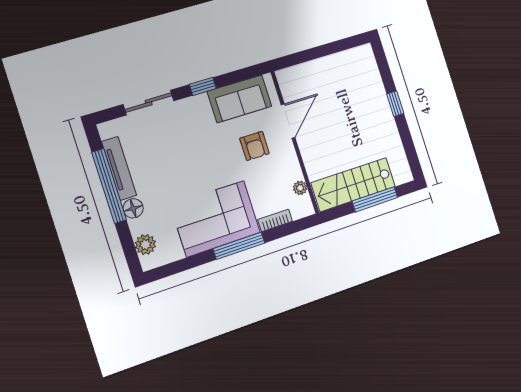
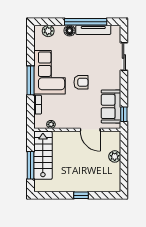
plant: (318, 68) -> (115, 156), added
window: (203, 86) -> (124, 114), moved
armchair: (255, 146) -> (81, 82), moved, turned 180

